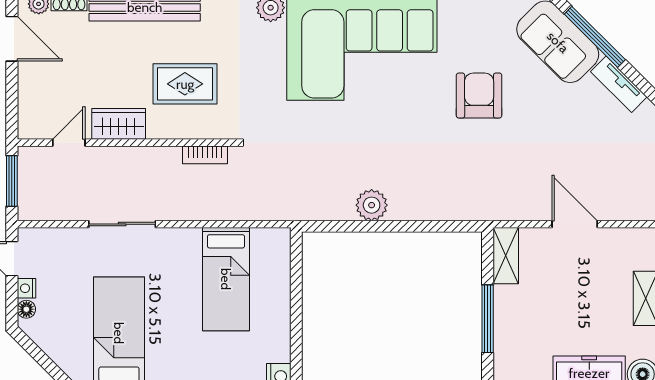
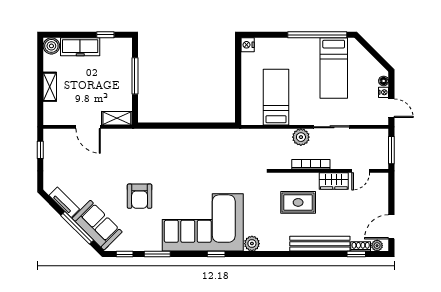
door: (12, 39) -> (391, 227), hinge flipped
bookcase: (205, 155) -> (311, 164), moved, width x1.56
plant: (372, 205) -> (301, 137), moved
shelving: (506, 256) -> (117, 118), moved, turned 90

